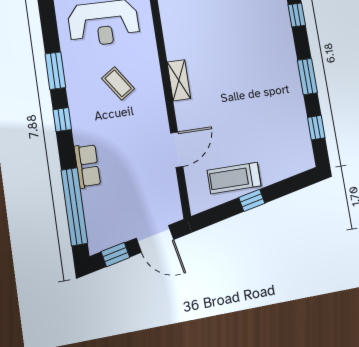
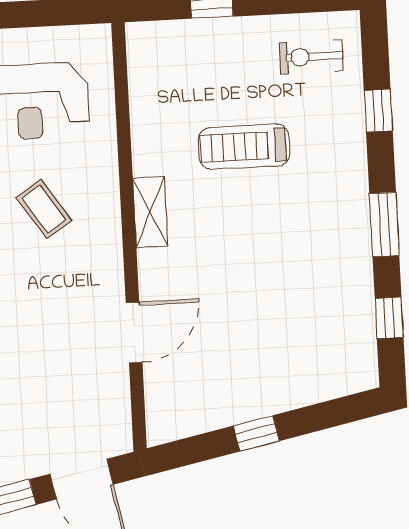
treadmill: (234, 178) -> (244, 147), moved

